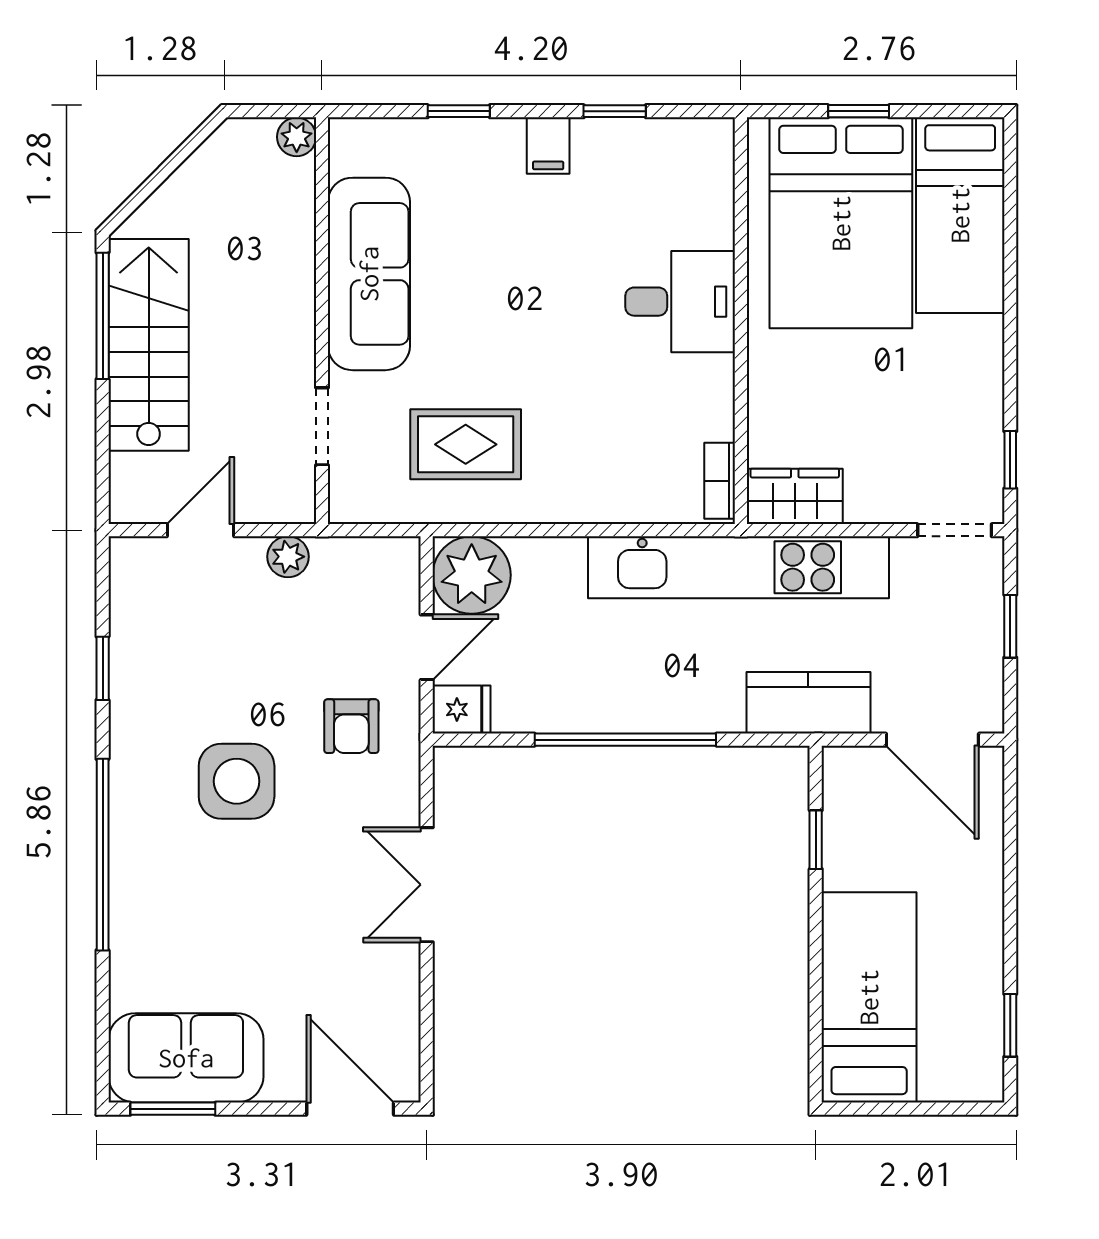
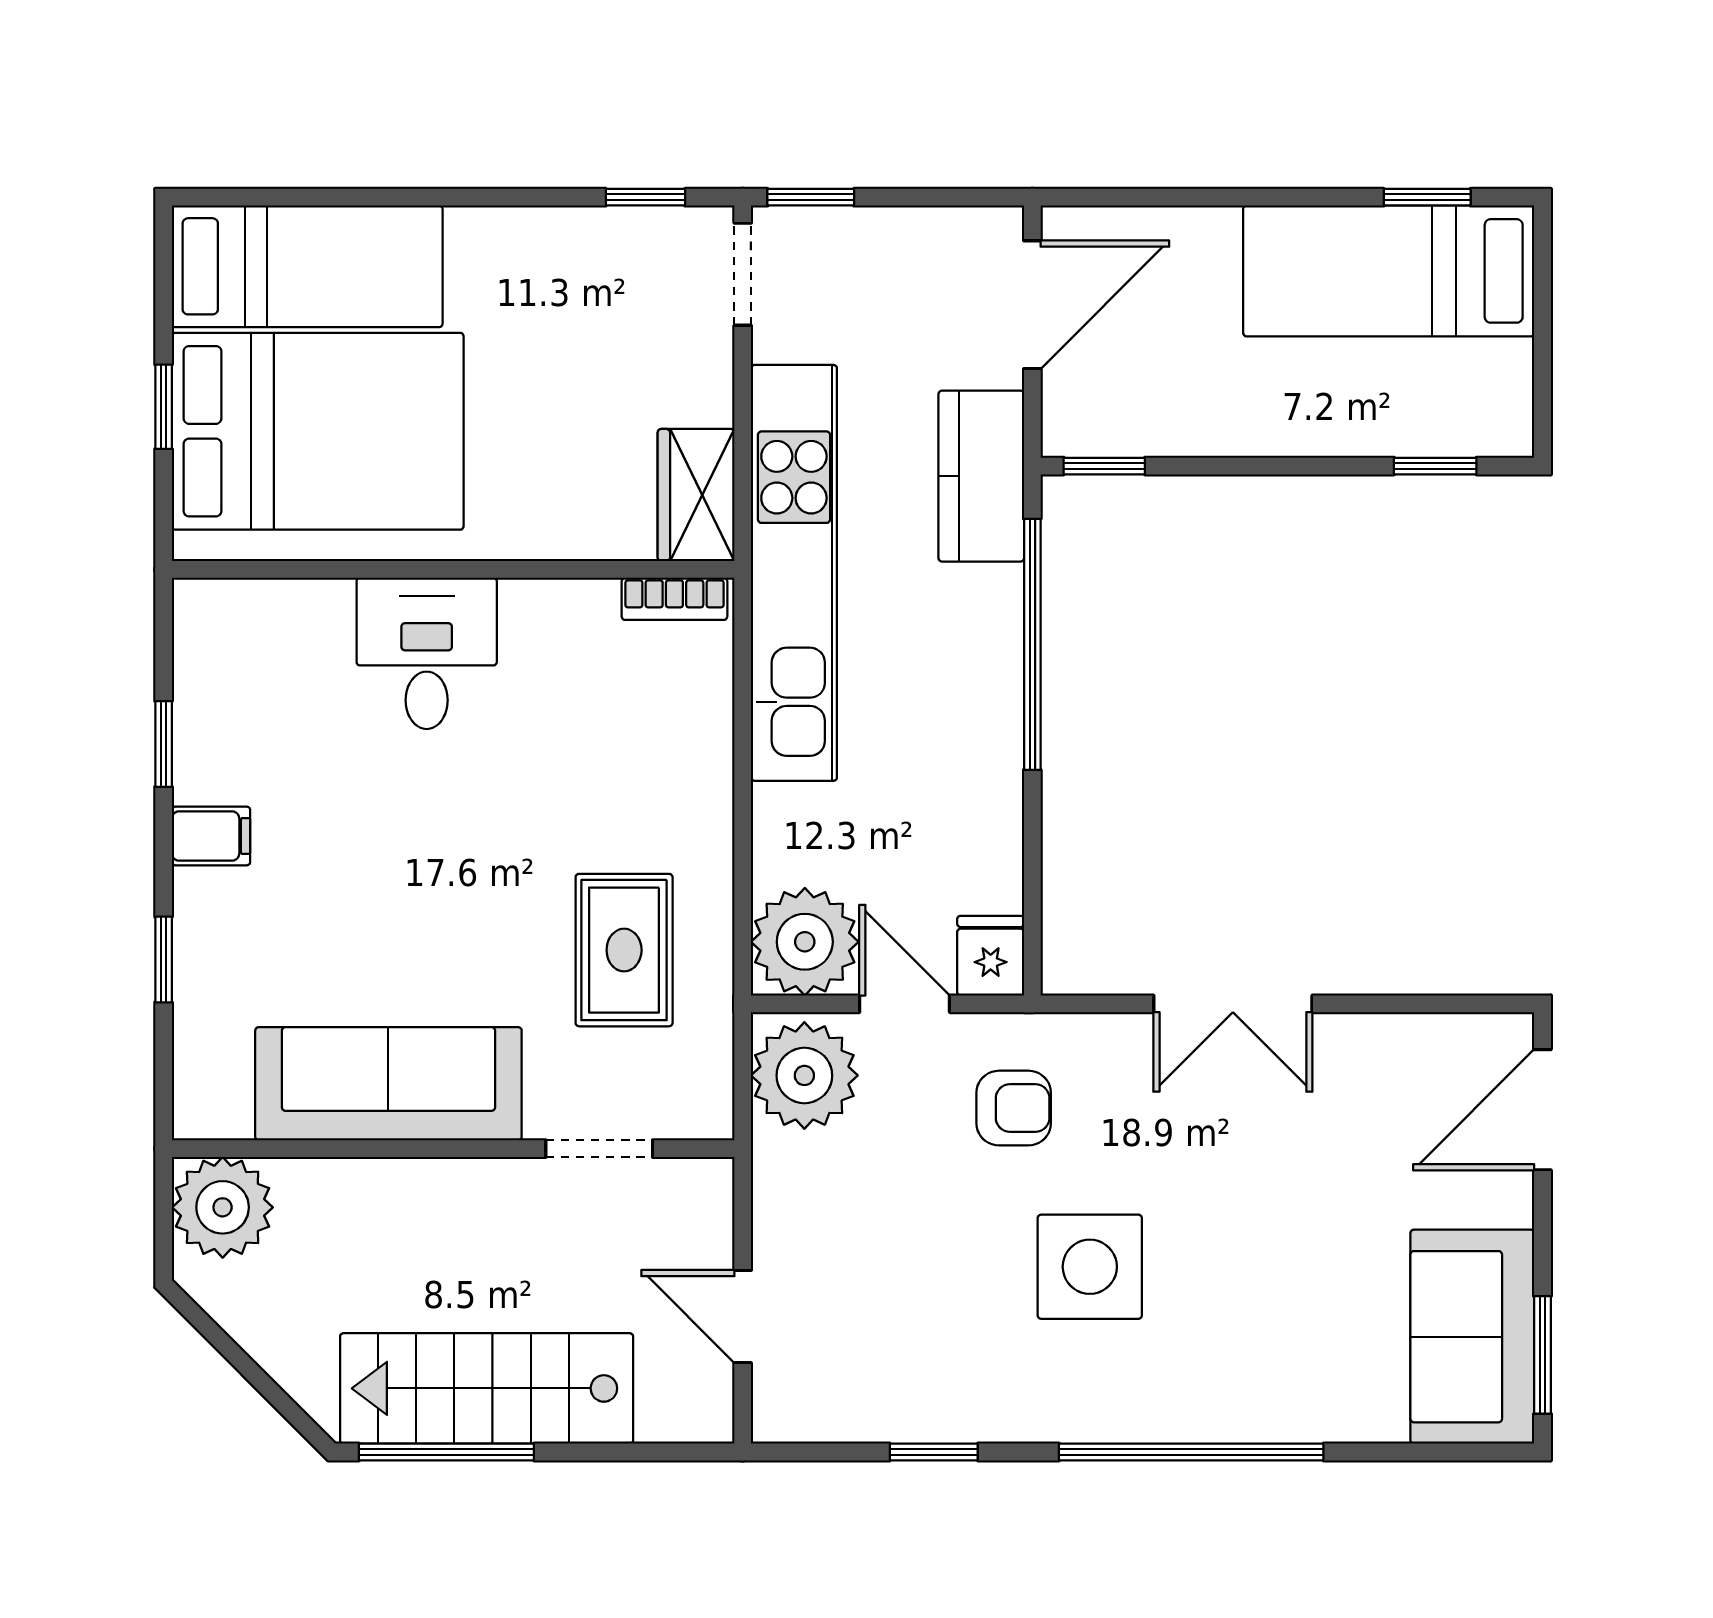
plant: (297, 137) -> (223, 1207), width x1.87, depth x1.87
plant: (288, 557) -> (804, 1075), moved, width x1.87, depth x1.87
window: (1010, 626) -> (811, 197), moved
window: (625, 740) -> (1032, 644), moved
window: (816, 840) -> (1104, 466), moved
bed: (869, 997) -> (1389, 271), moved
window: (816, 1031) -> (1435, 466), added

